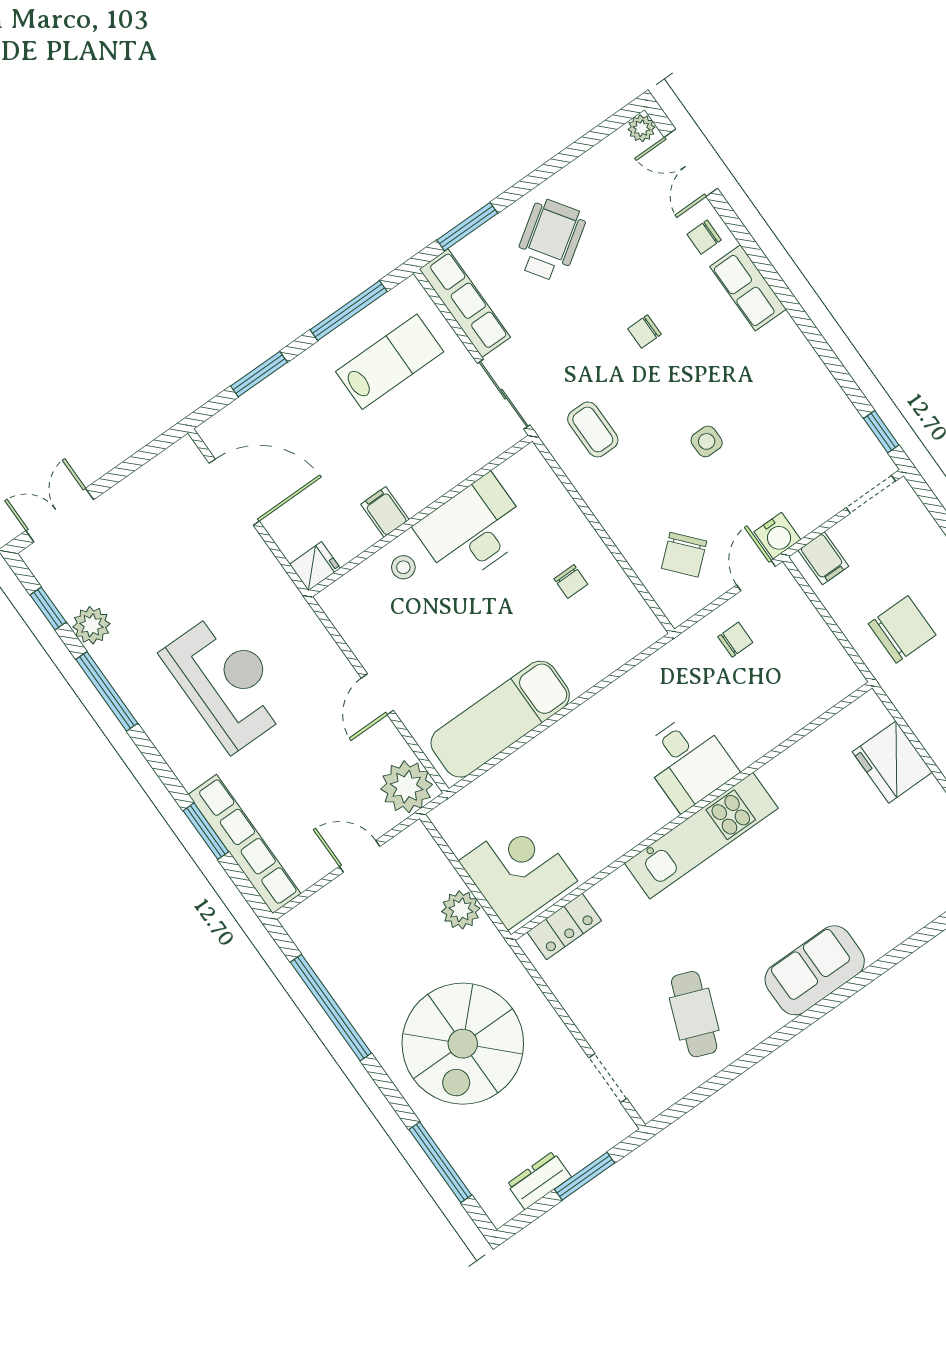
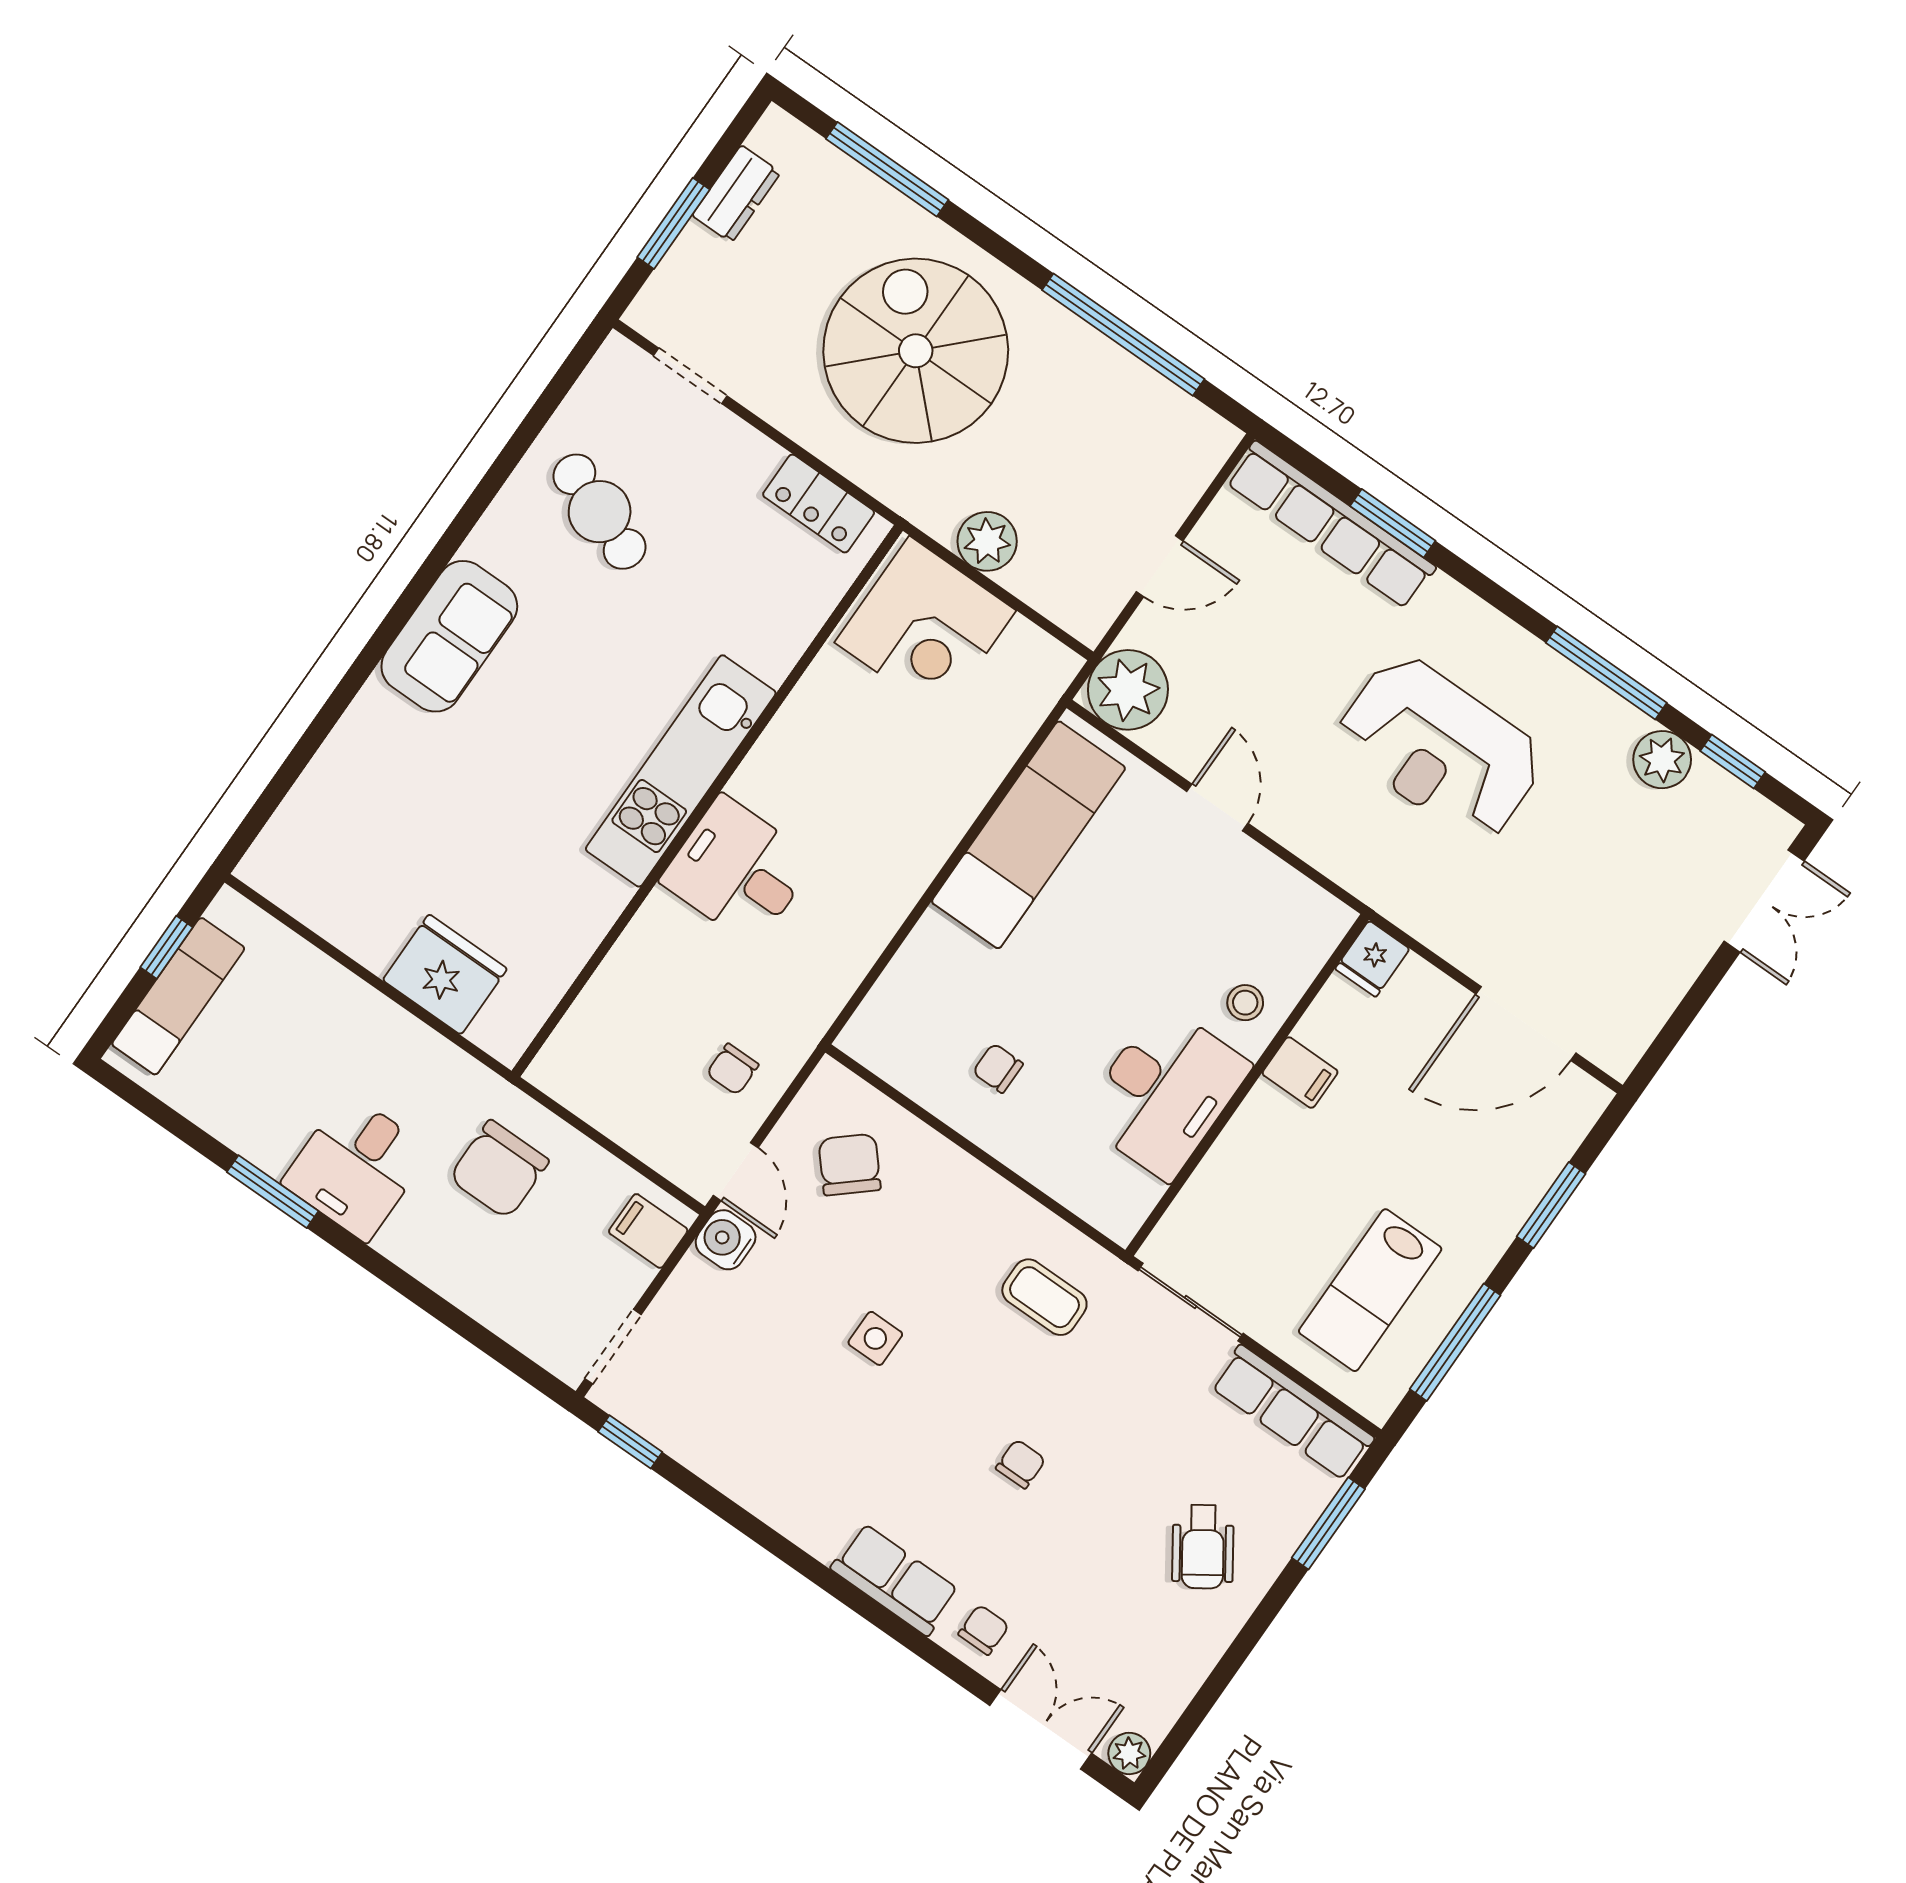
wheelchair: (550, 240) -> (1203, 1547), width x0.73, depth x0.73
locker: (564, 926) -> (819, 504), moved, turned -90

